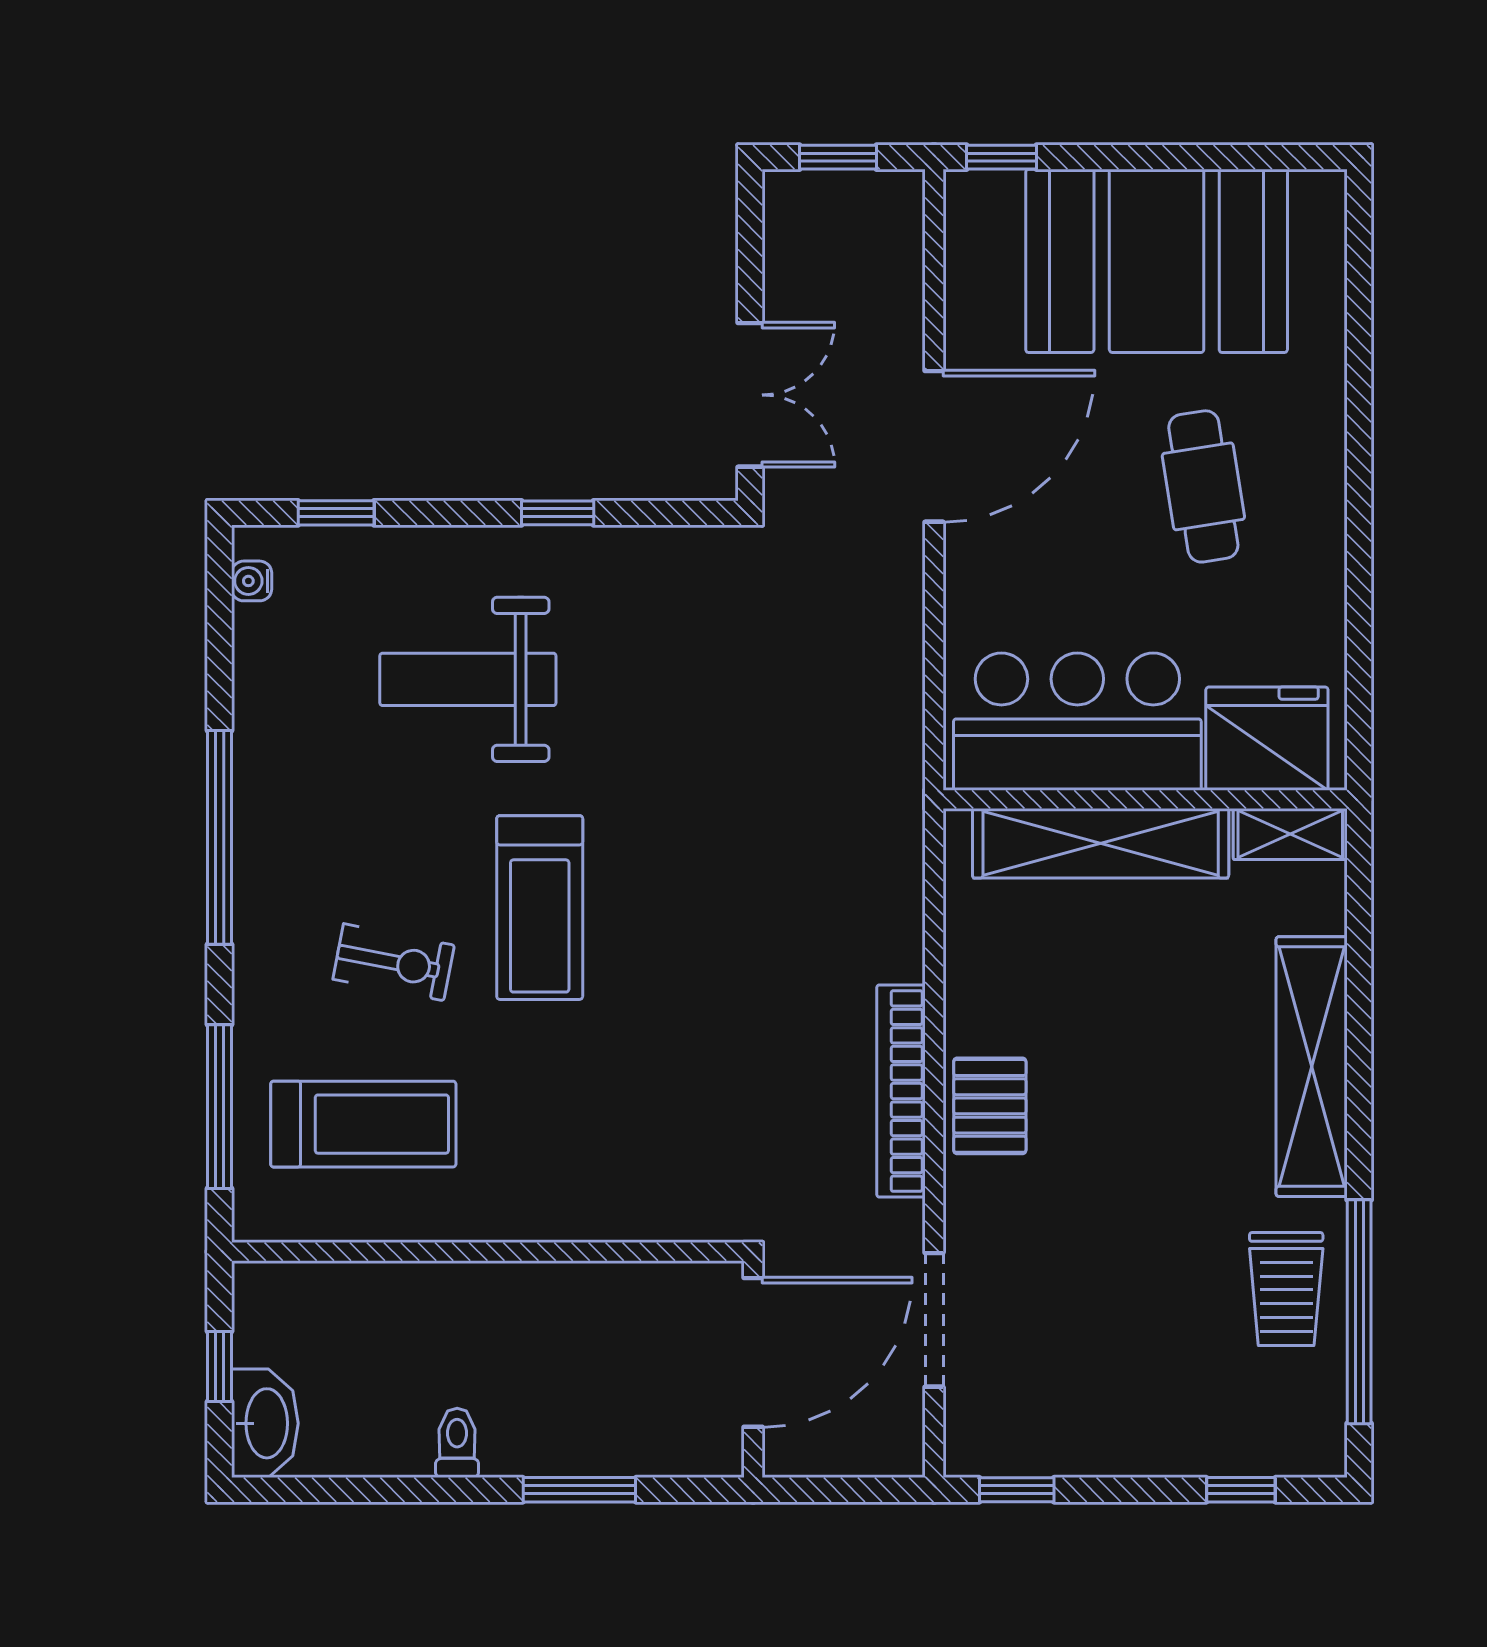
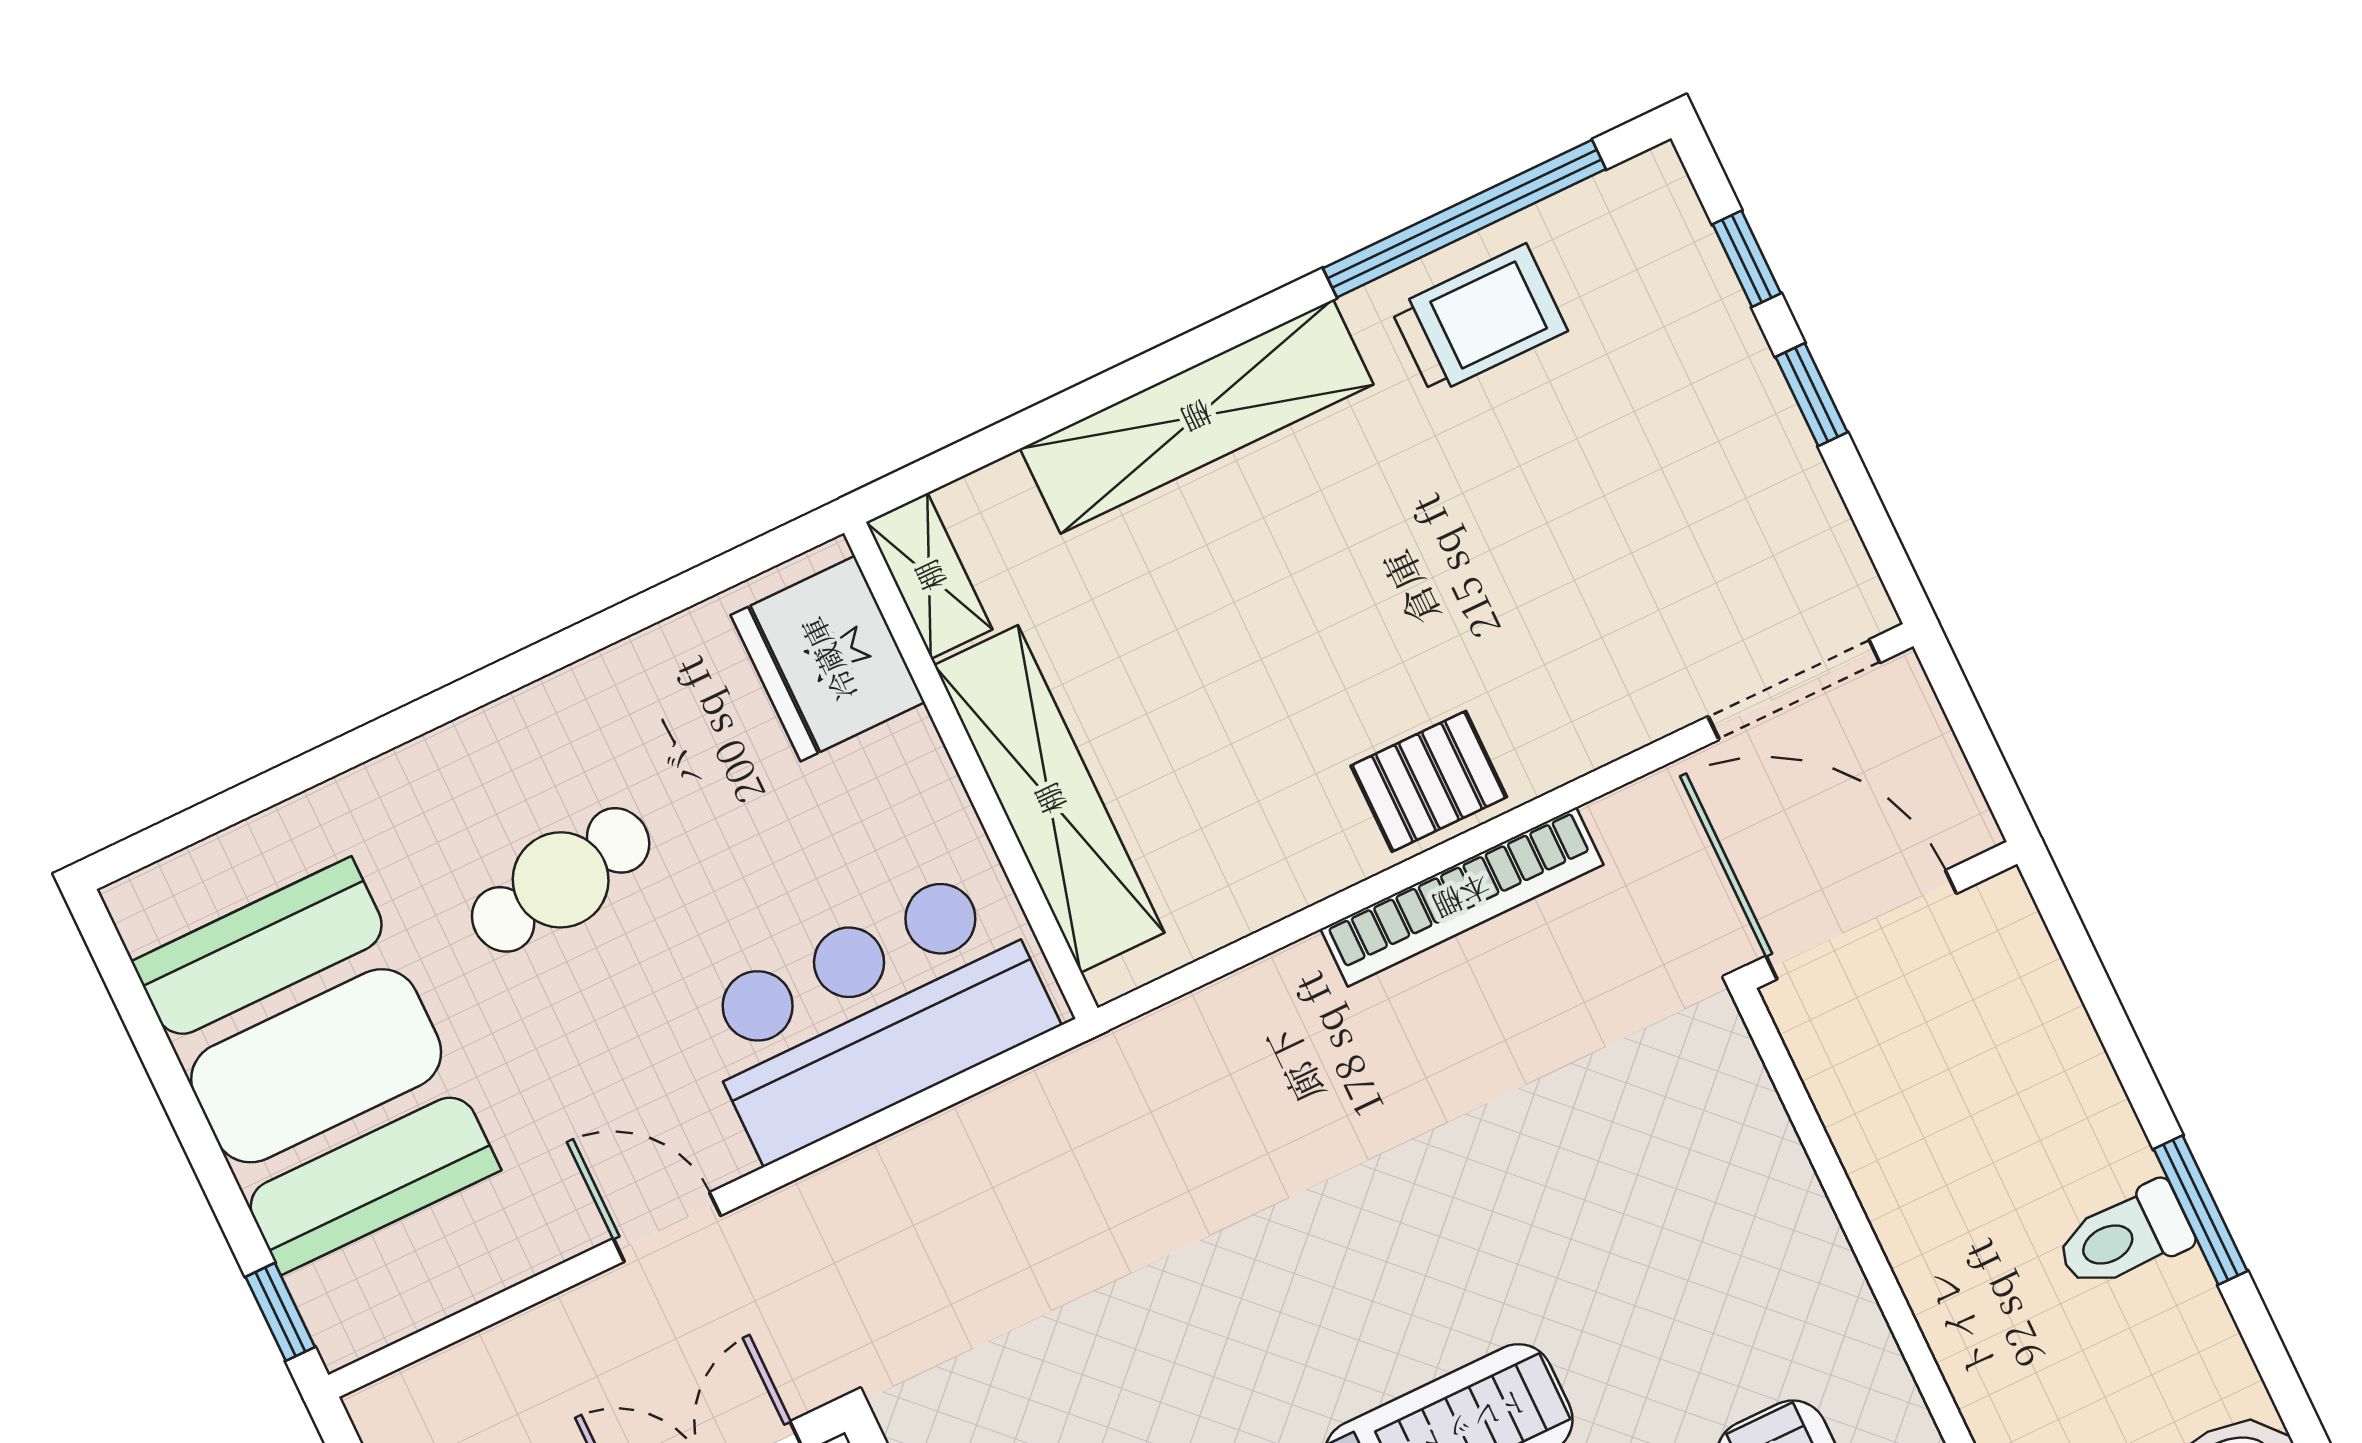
door: (934, 446) -> (667, 1227), width x0.53
bar counter: (1077, 722) -> (873, 1014), moved, turned 90
doorway: (934, 1320) -> (1794, 690), moved
toilet: (457, 1443) -> (2124, 1237), width x1.37, depth x1.39
window: (579, 1490) -> (2200, 1210), moved
window: (1017, 1490) -> (1812, 395), moved

